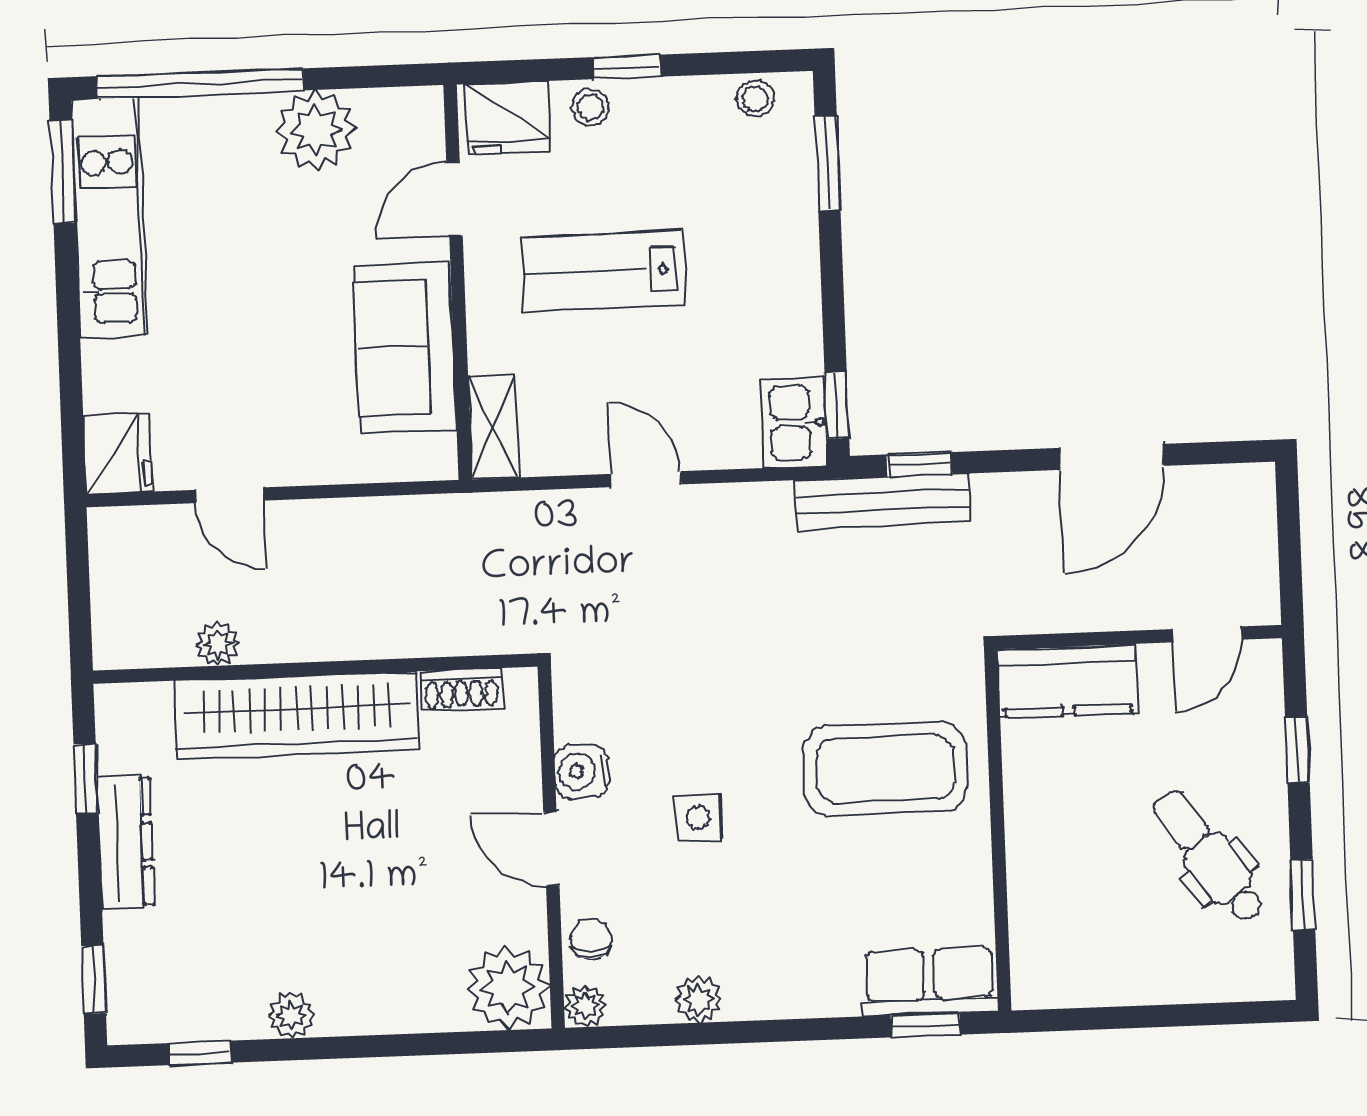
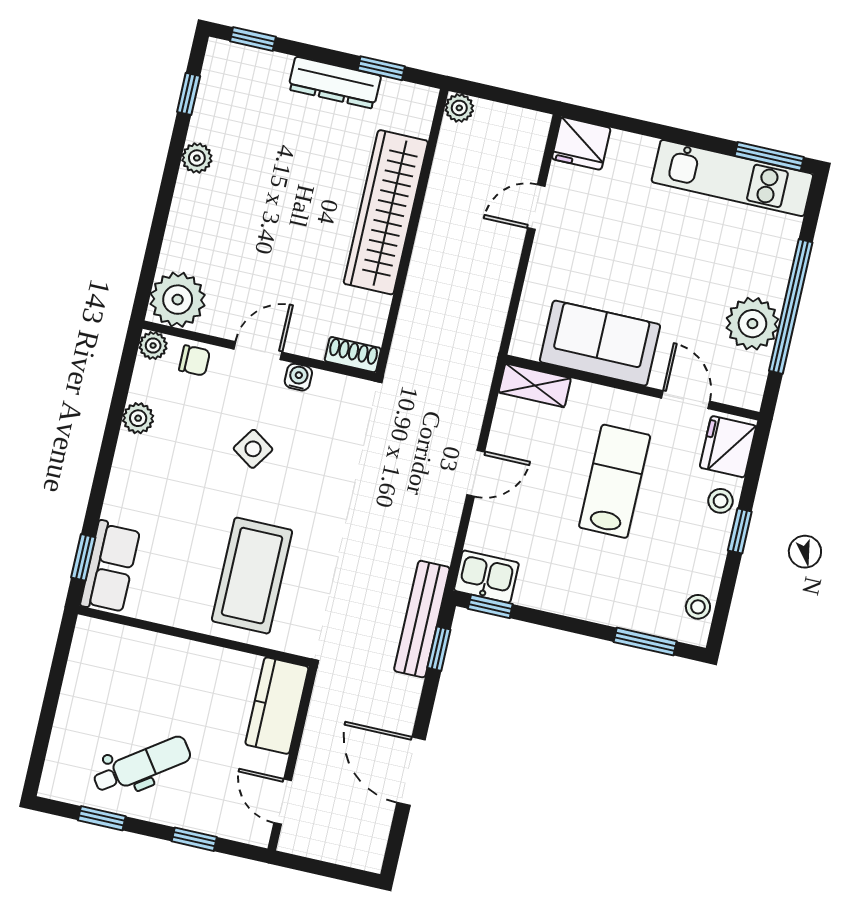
window: (200, 83) -> (791, 307), moved
plant: (218, 644) -> (459, 108), moved
shoe rack: (461, 689) -> (353, 355), moved, turned 90
water cooler: (581, 771) -> (298, 377), width x0.72, depth x0.72
side table: (698, 818) -> (253, 449), turned 34

